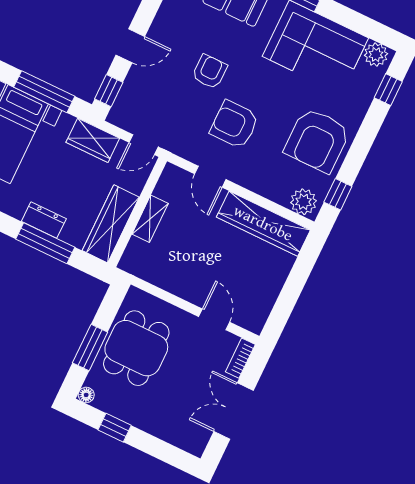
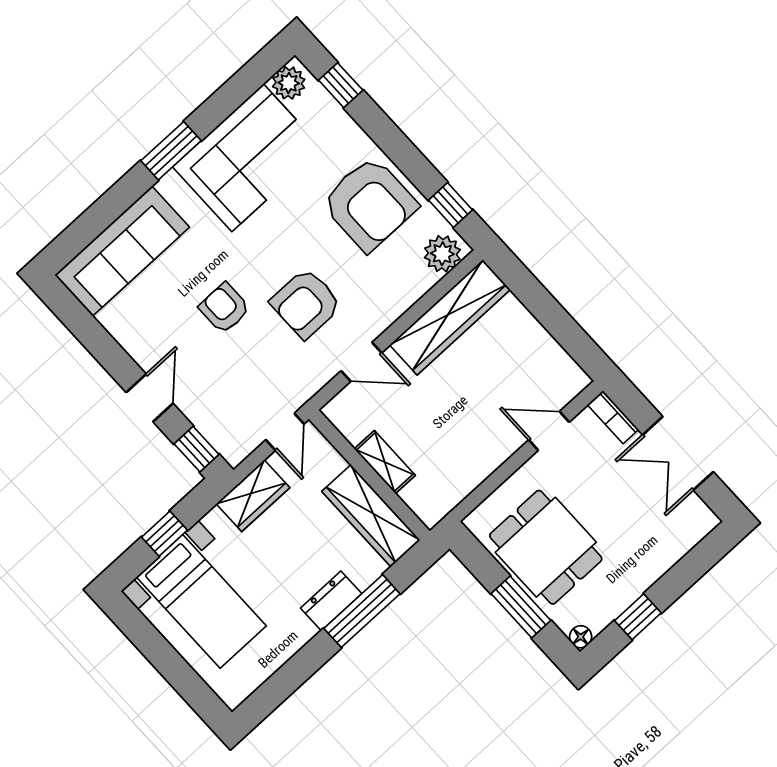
window: (44, 92) -> (164, 534), width x0.46

